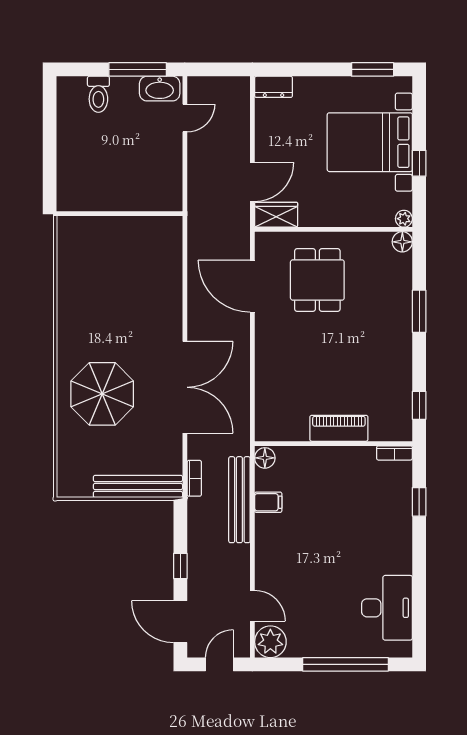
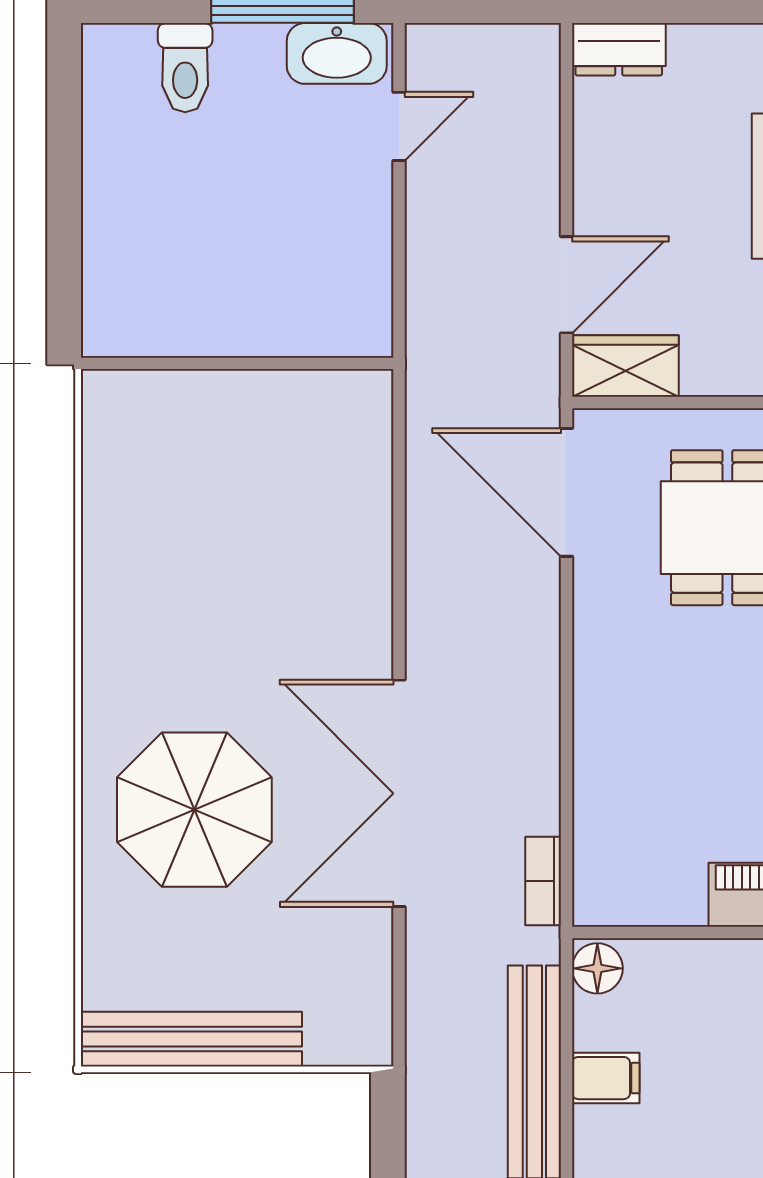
door: (252, 286) -> (566, 492), moved
double door: (185, 387) -> (399, 793), swing flipped
bookcase: (194, 478) -> (543, 881), moved, turned 180
bench: (138, 486) -> (191, 1039), moved

